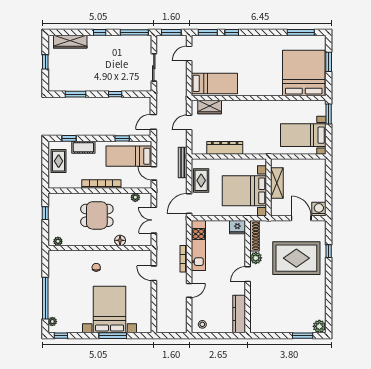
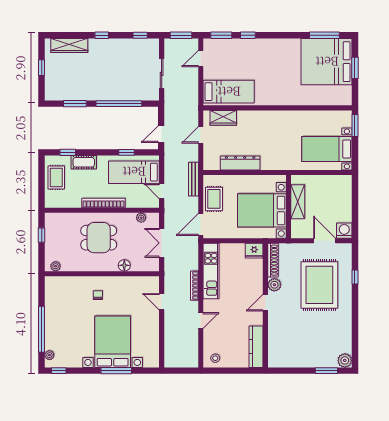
window: (134, 32) -> (140, 35), width x0.46
bed: (304, 73) -> (327, 62), moved, turned -90
window: (115, 94) -> (119, 104), width x3.17
rug: (296, 258) -> (319, 285), turned 90

